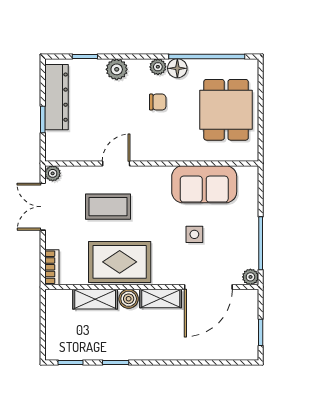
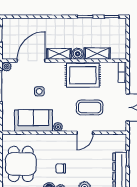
plant: (53, 173) -> (58, 127), moved

